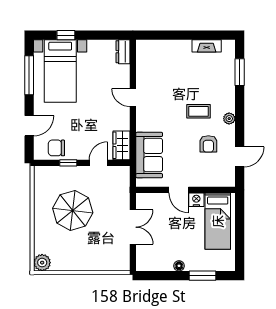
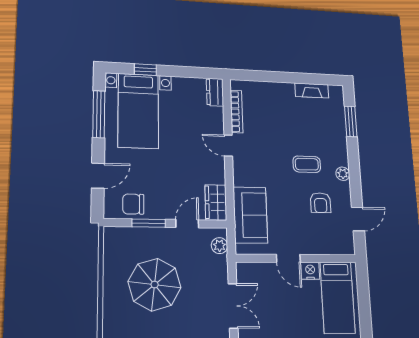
bookcase: (141, 68) -> (236, 112), added
window: (68, 163) -> (149, 223), width x1.50
plant: (124, 180) -> (219, 246), added

